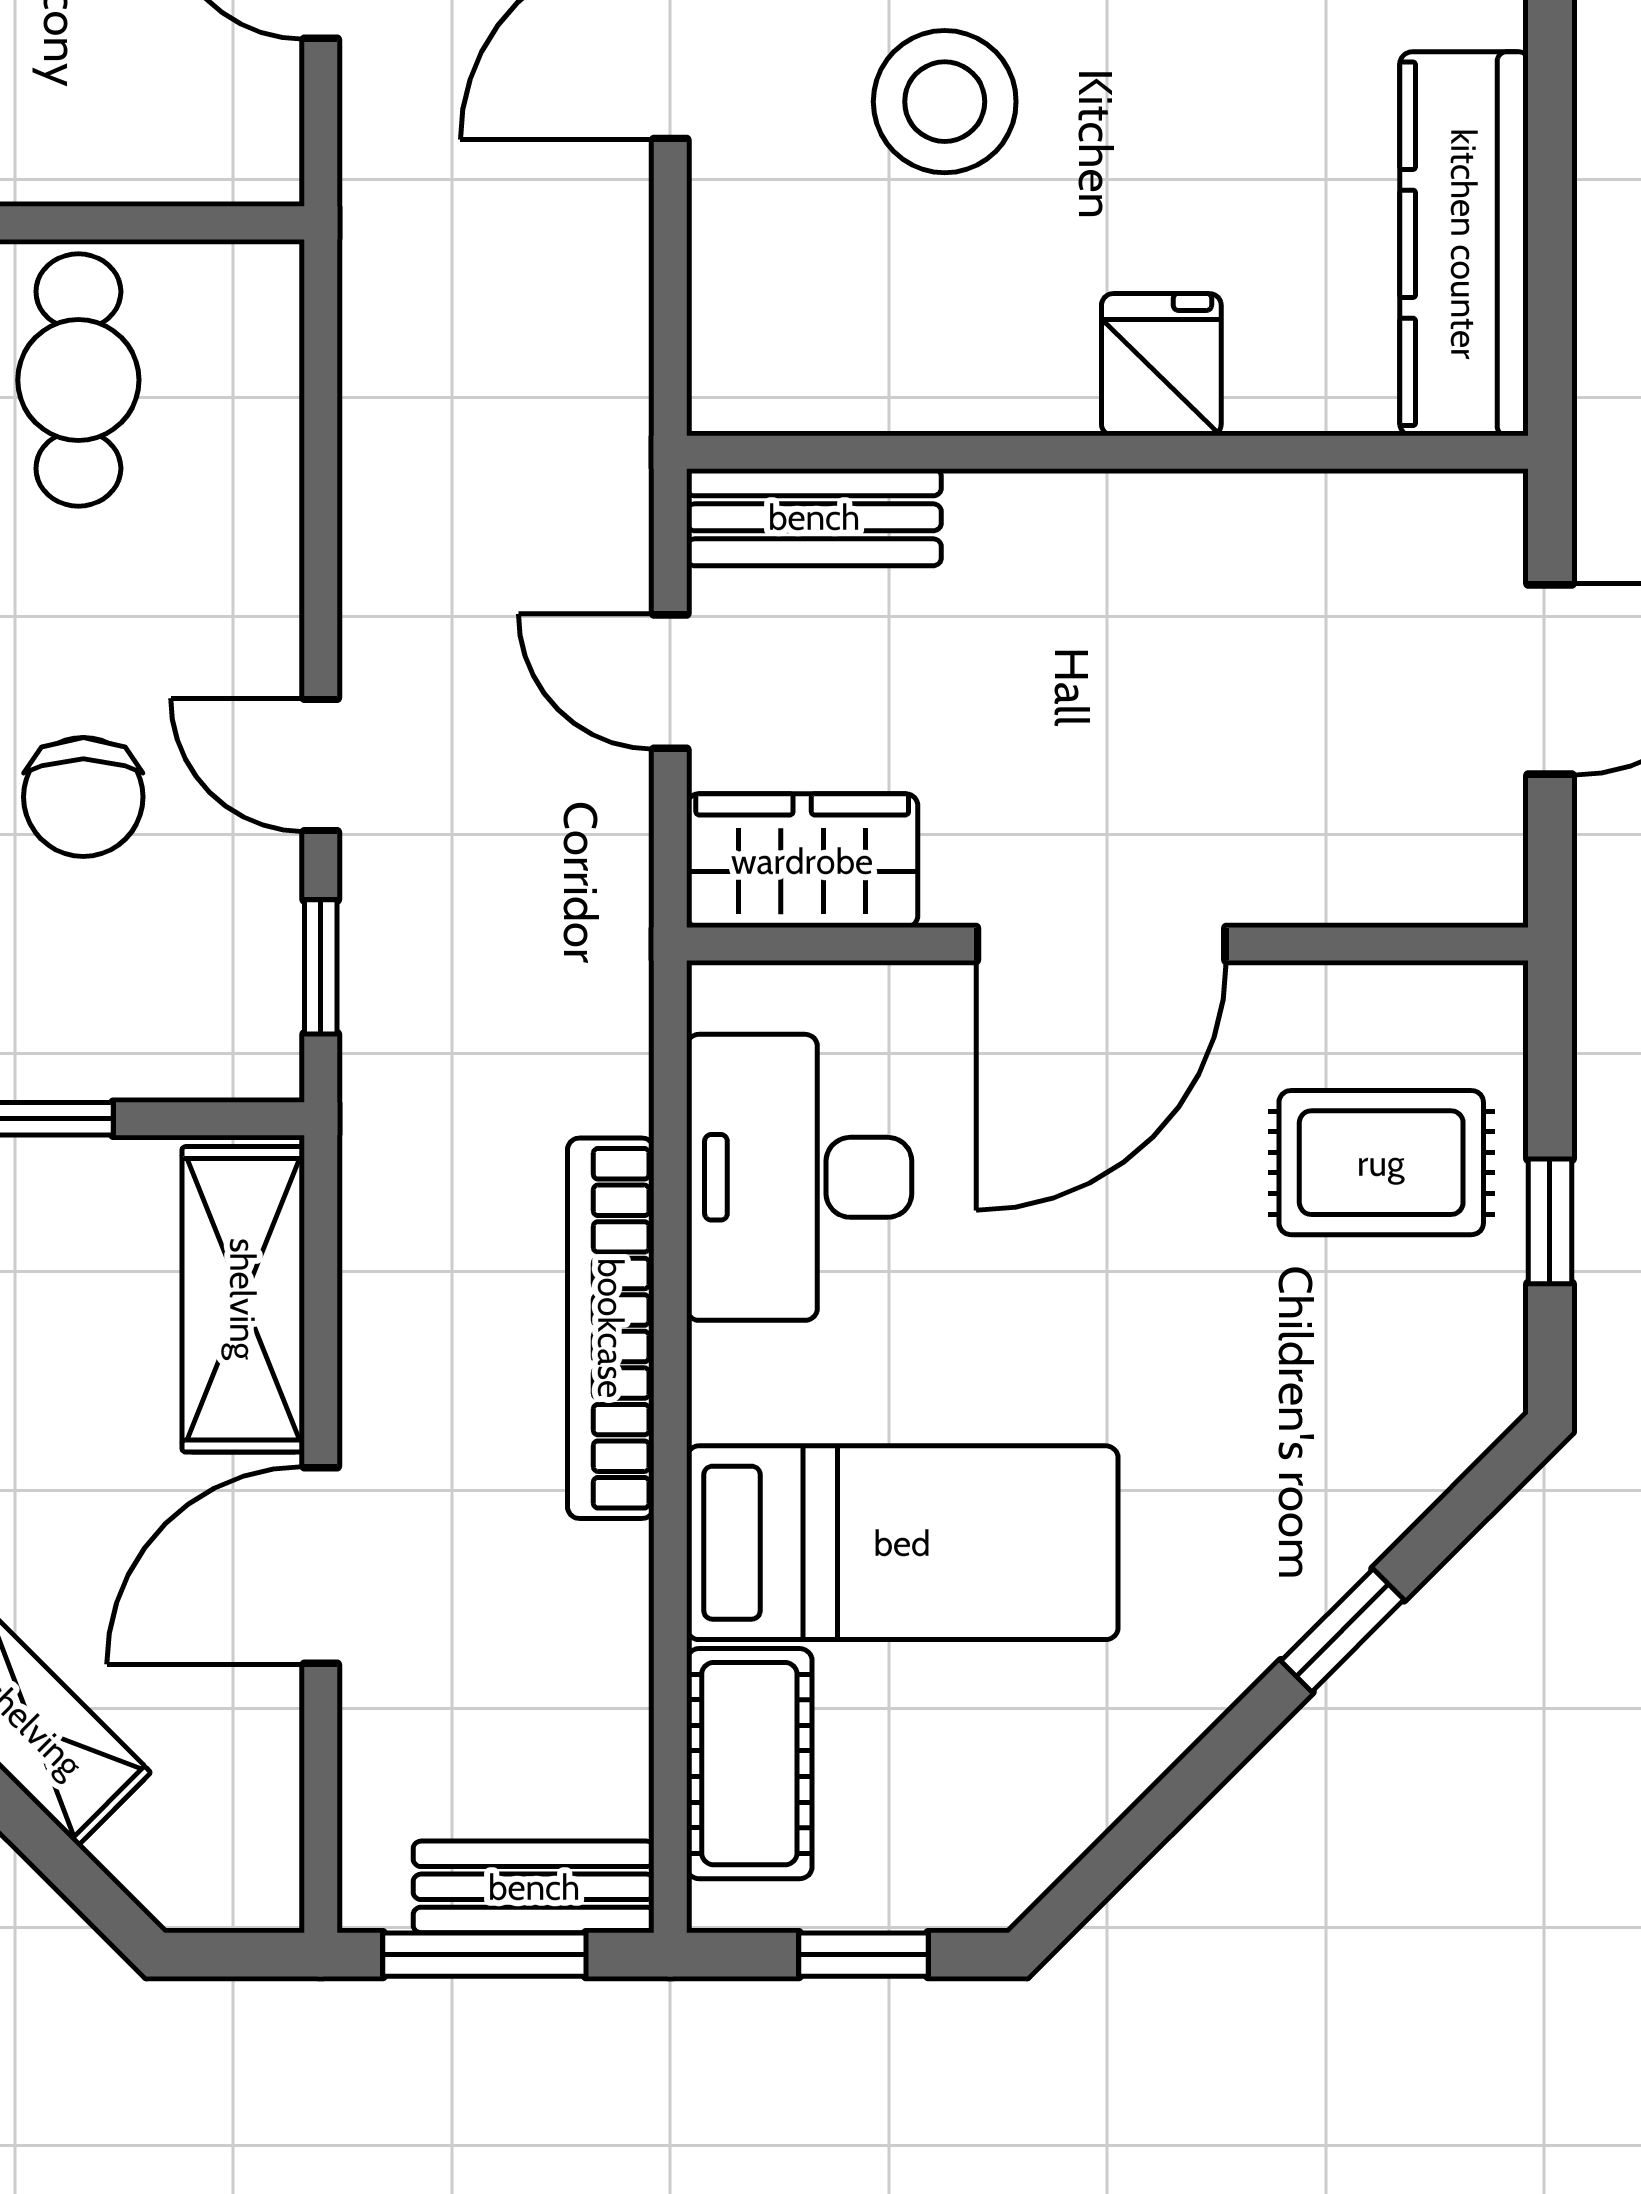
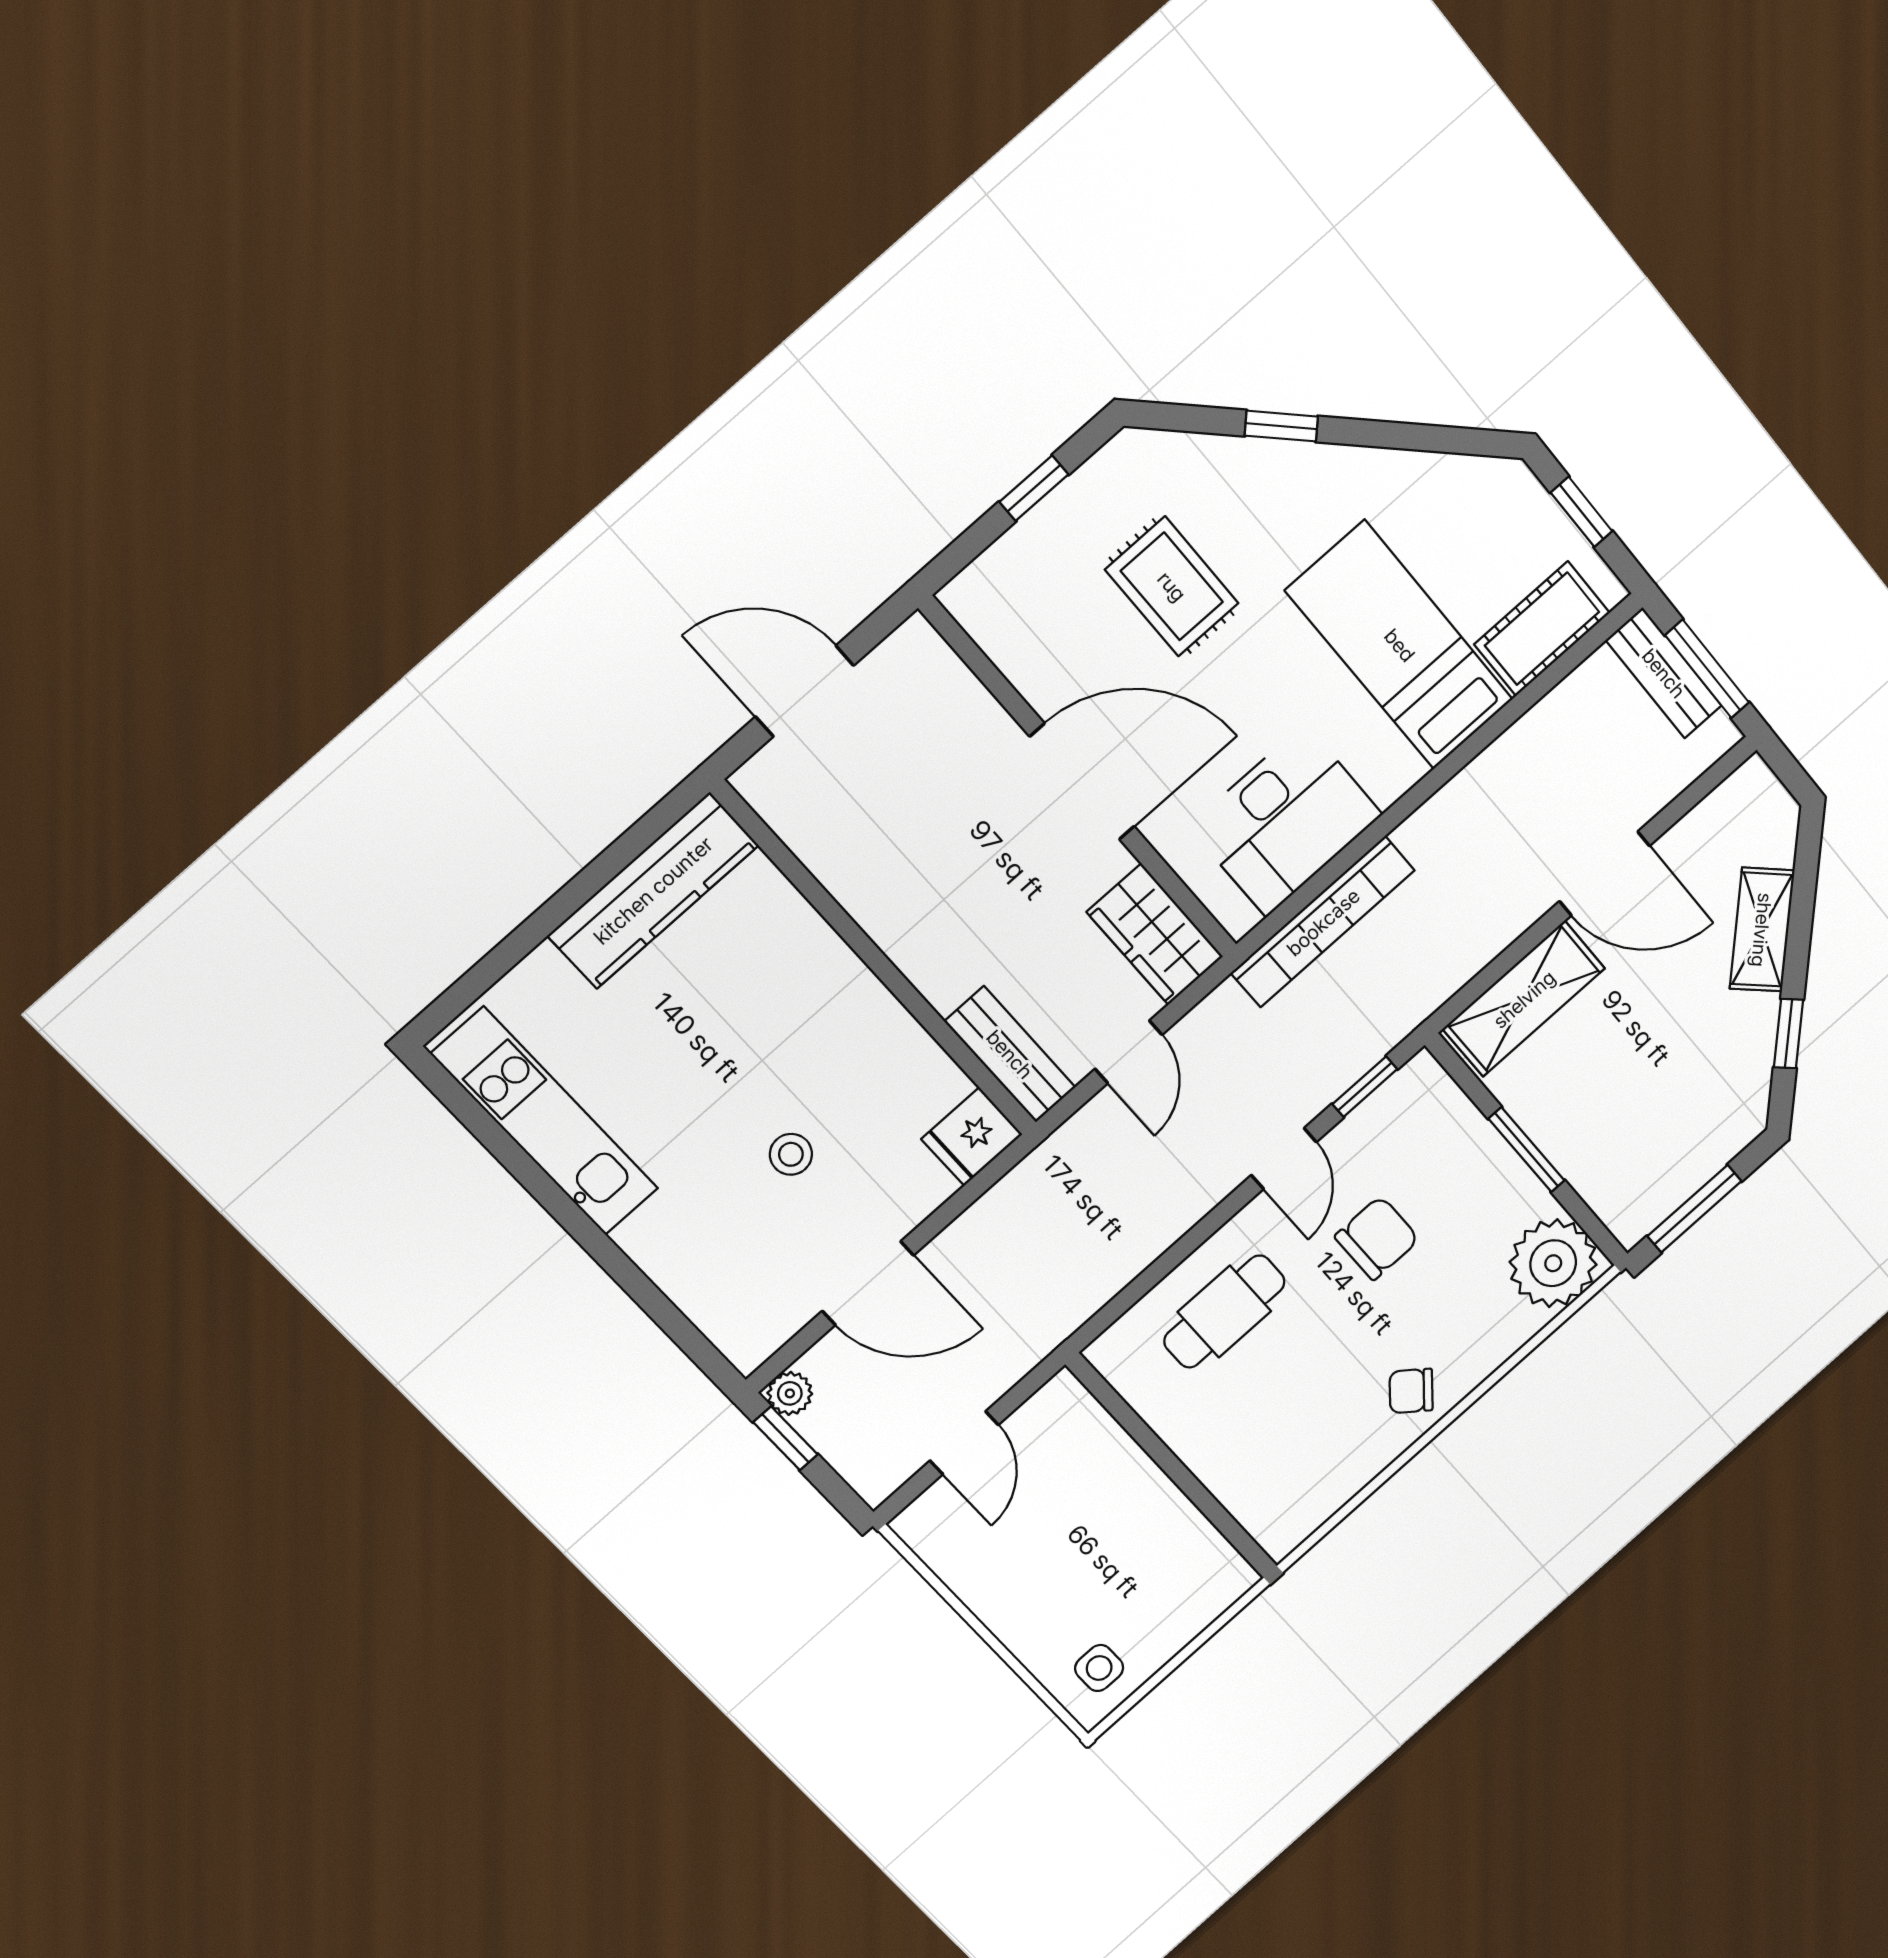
stool: (945, 102) -> (791, 1154), width x0.53, depth x0.53
fridge: (1161, 365) -> (972, 1137), moved
cafe table: (78, 380) -> (1224, 1312), moved
rug: (1381, 1163) -> (1172, 586), moved
bookcase: (611, 1328) -> (1323, 922), moved

